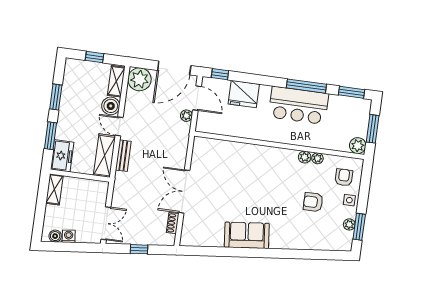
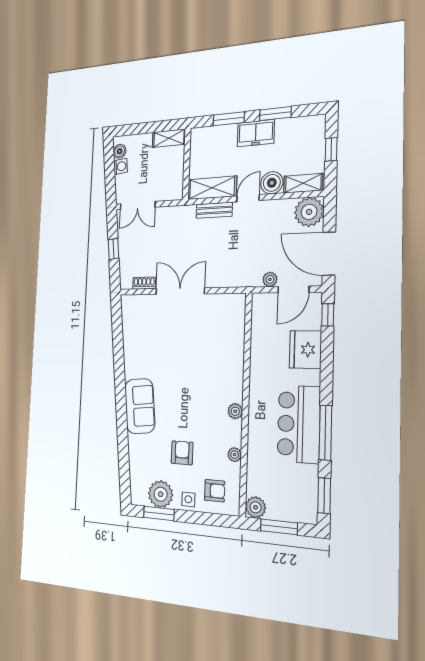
freezer: (62, 156) -> (256, 133), moved
plant: (305, 157) -> (235, 411), moved
plant: (349, 224) -> (161, 494), width x1.87, depth x1.87
sofa: (247, 235) -> (140, 406), moved

